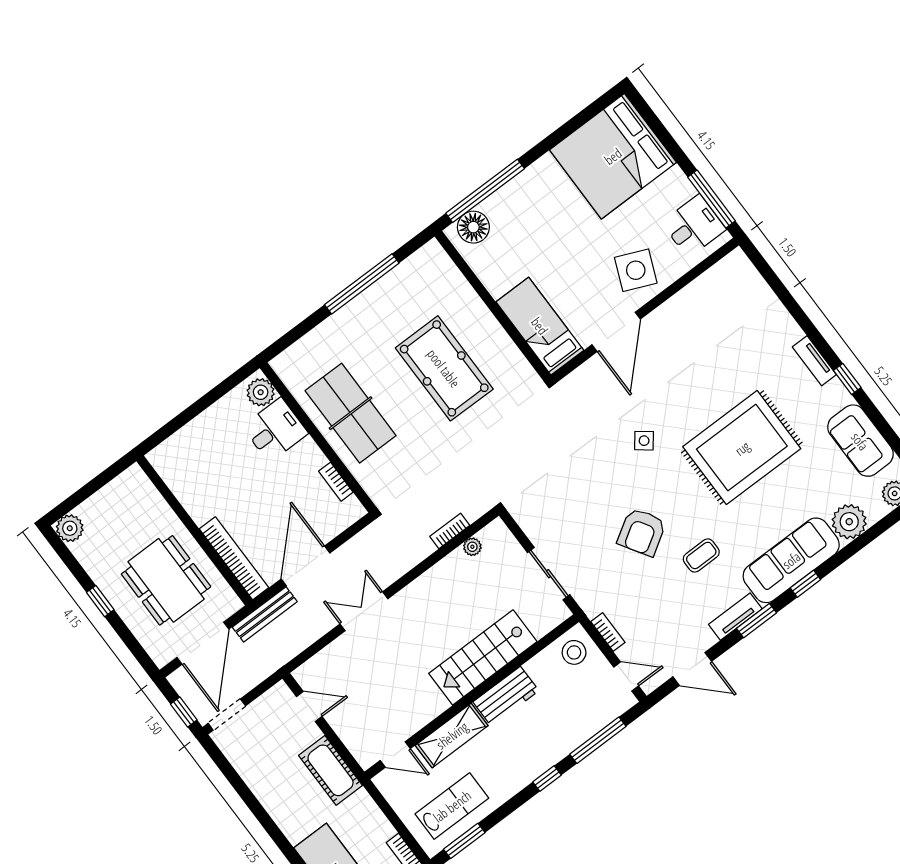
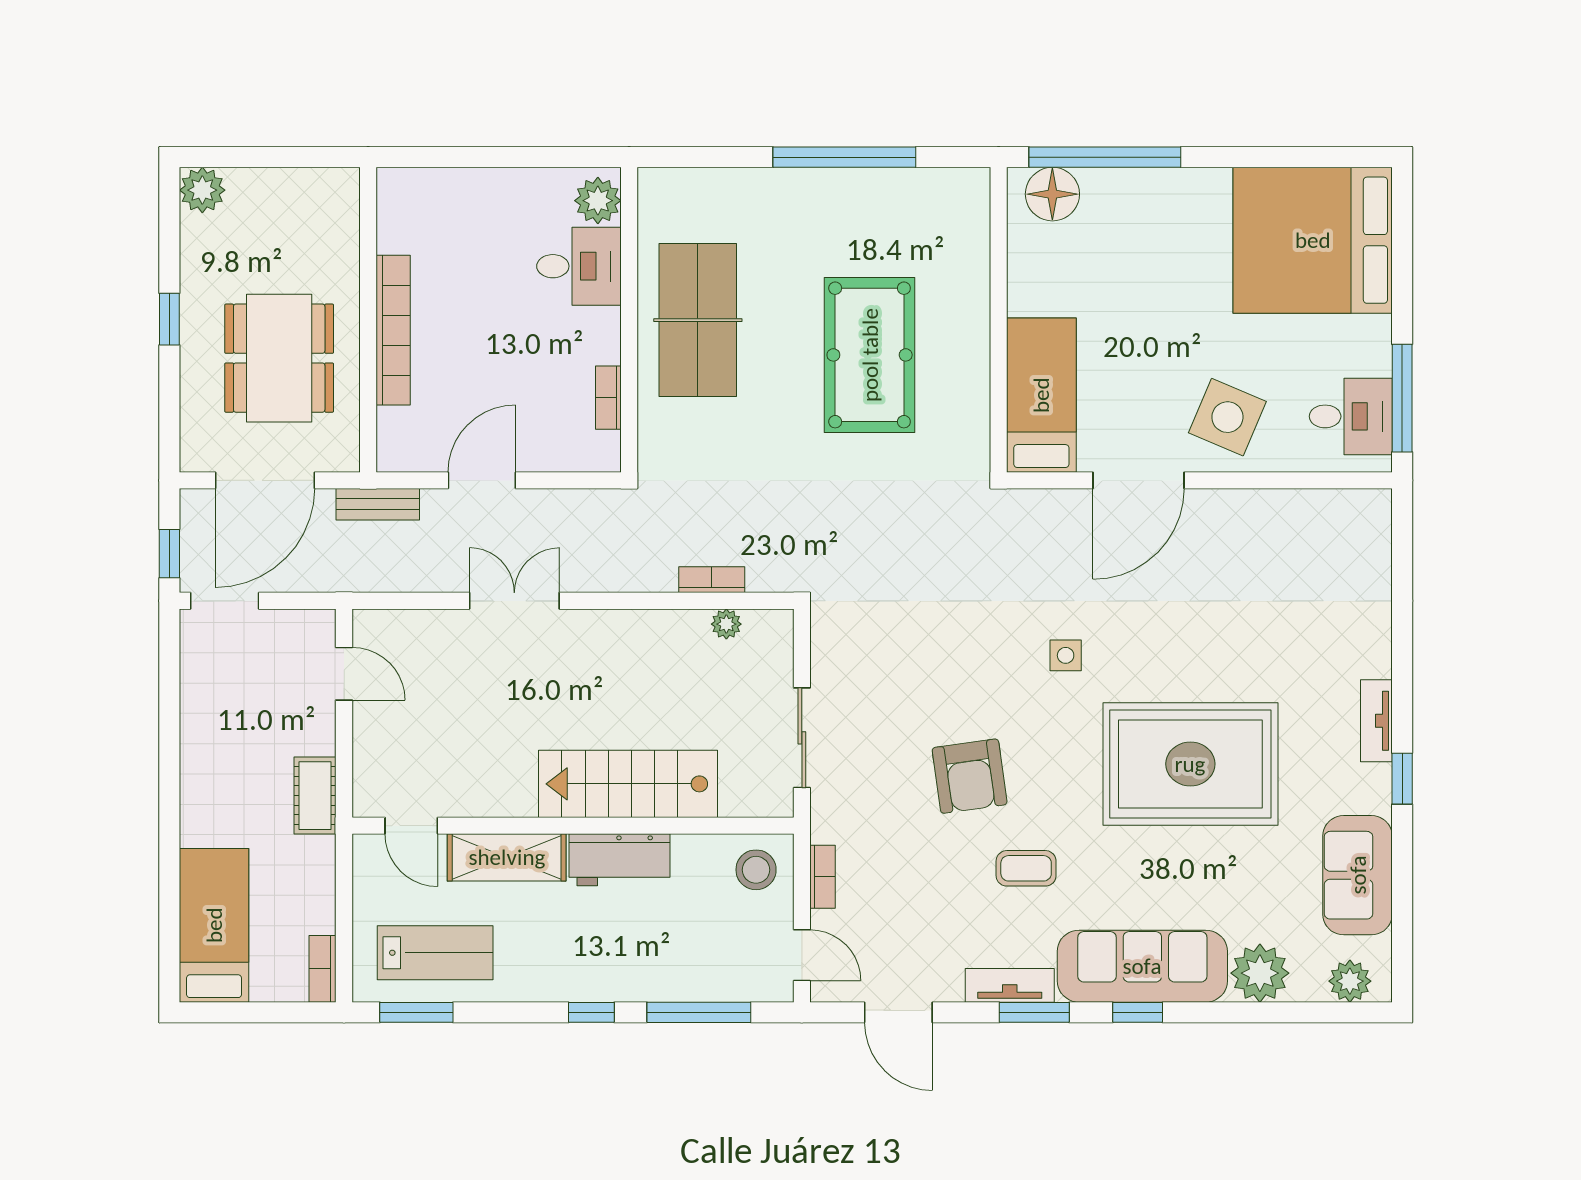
side table: (644, 441) -> (1066, 655), turned -38
armchair: (642, 532) -> (970, 776), turned -66
bookcase: (234, 558) -> (393, 330), moved
door: (306, 566) -> (482, 480), width x0.73
bench: (265, 614) -> (378, 504), width x0.73
cot: (331, 770) -> (315, 796), width x0.73, depth x0.75

